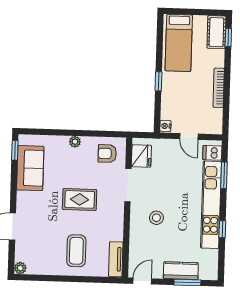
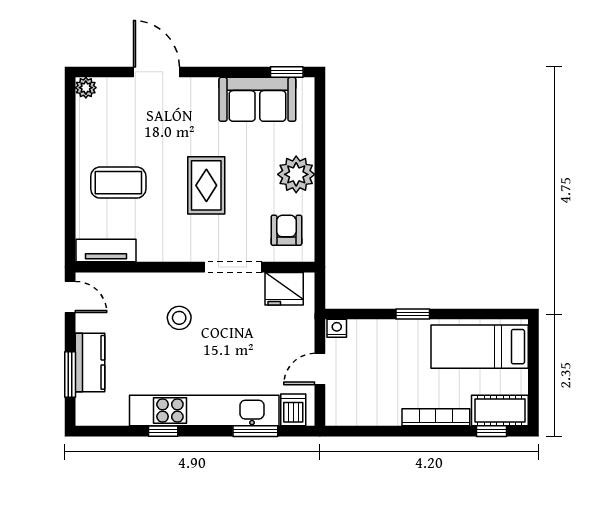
bookcase: (219, 88) -> (436, 417), moved
plant: (75, 142) -> (296, 174), width x1.88, depth x1.88

